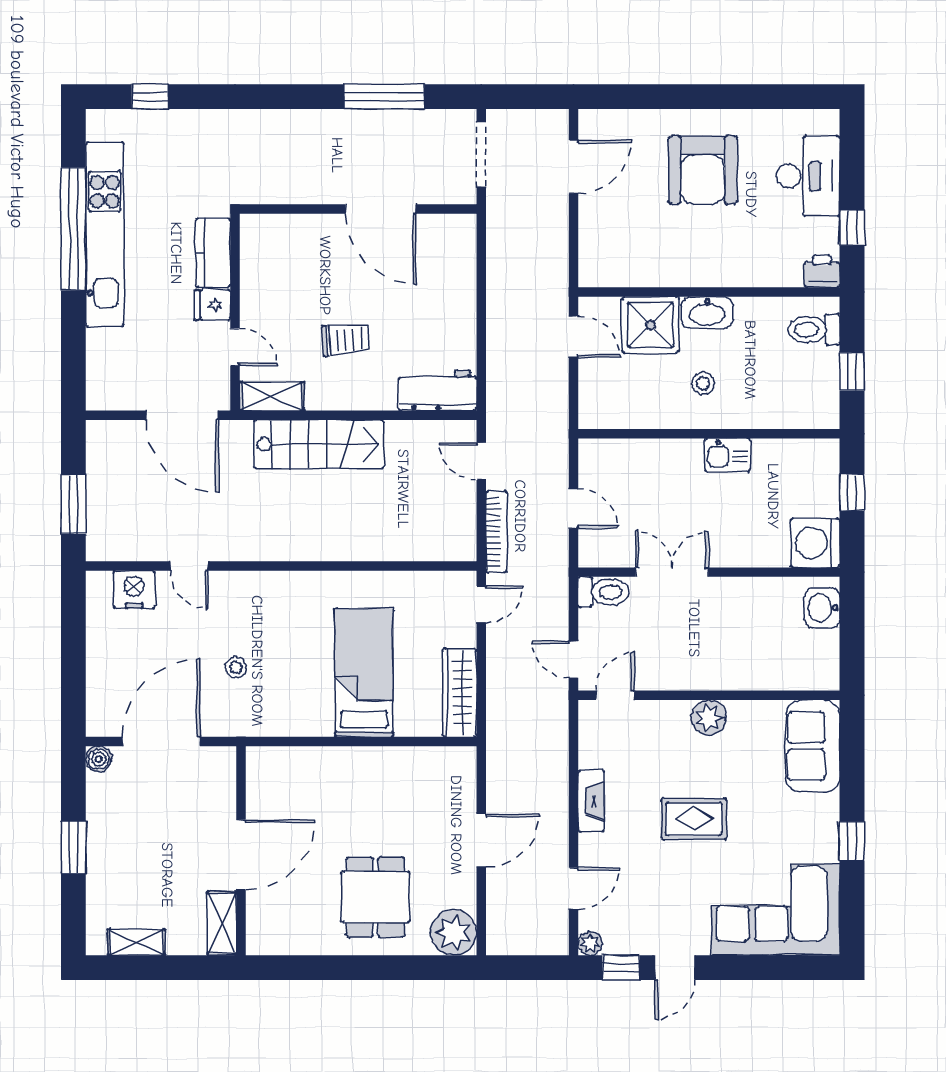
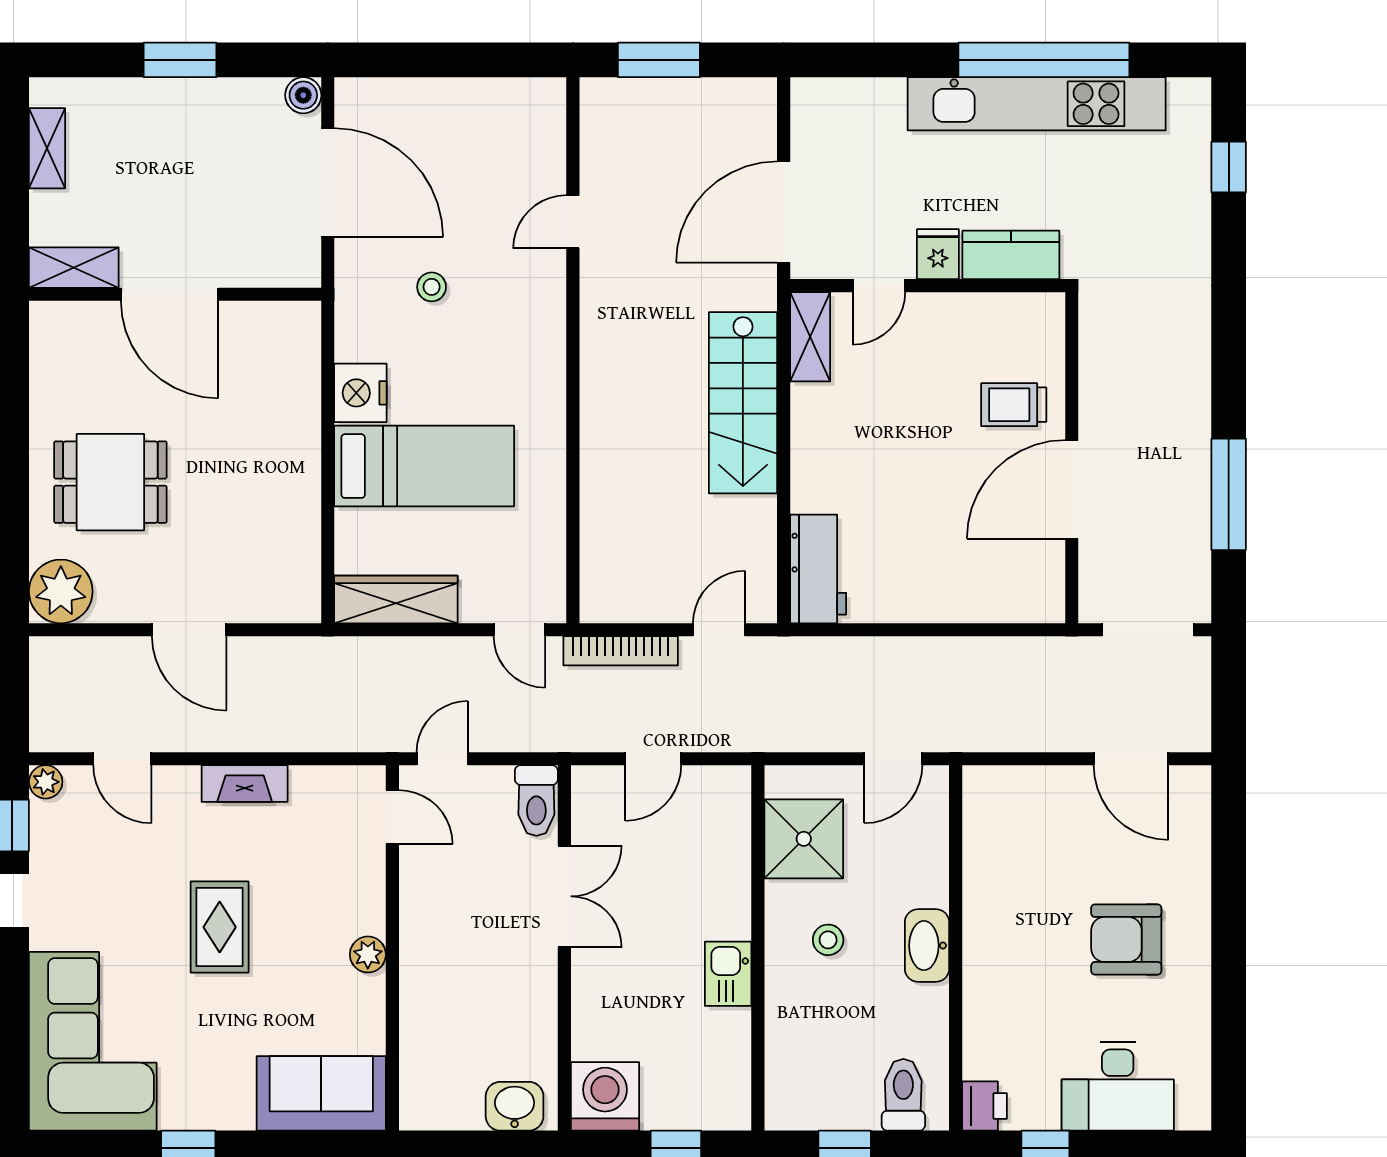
armchair: (703, 170) -> (1126, 939), width x0.73, depth x0.73
shower: (650, 325) -> (804, 839), moved
trolley: (346, 339) -> (1014, 405), moved, turned 94
nightstand: (134, 589) -> (360, 393), moved, turned 180
plant: (709, 718) -> (368, 954), width x0.73, depth x0.73

